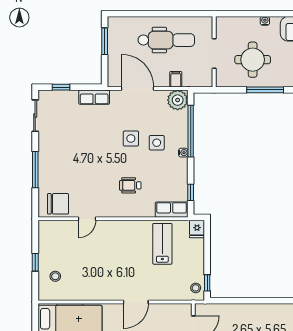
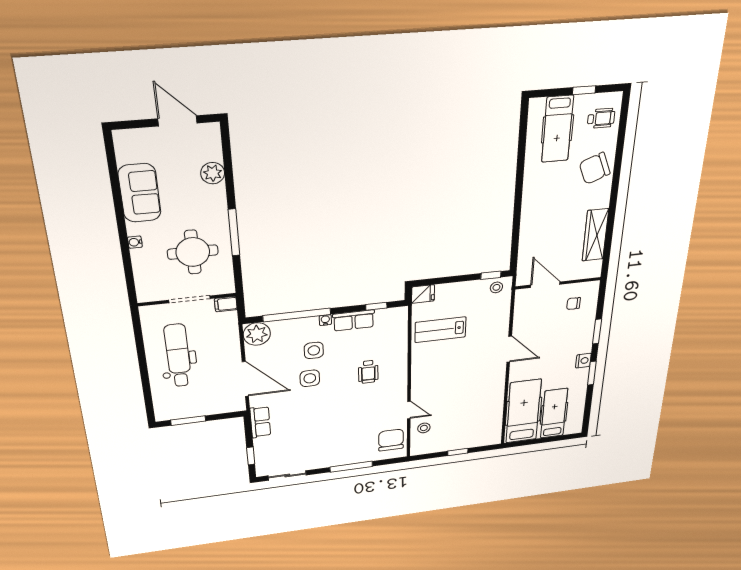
filing cabinet: (176, 79) -> (226, 304), moved
door: (138, 88) -> (245, 379), swing flipped
row of seats: (172, 210) -> (354, 320), moved, turned -90
stool: (55, 276) -> (424, 428), moved

